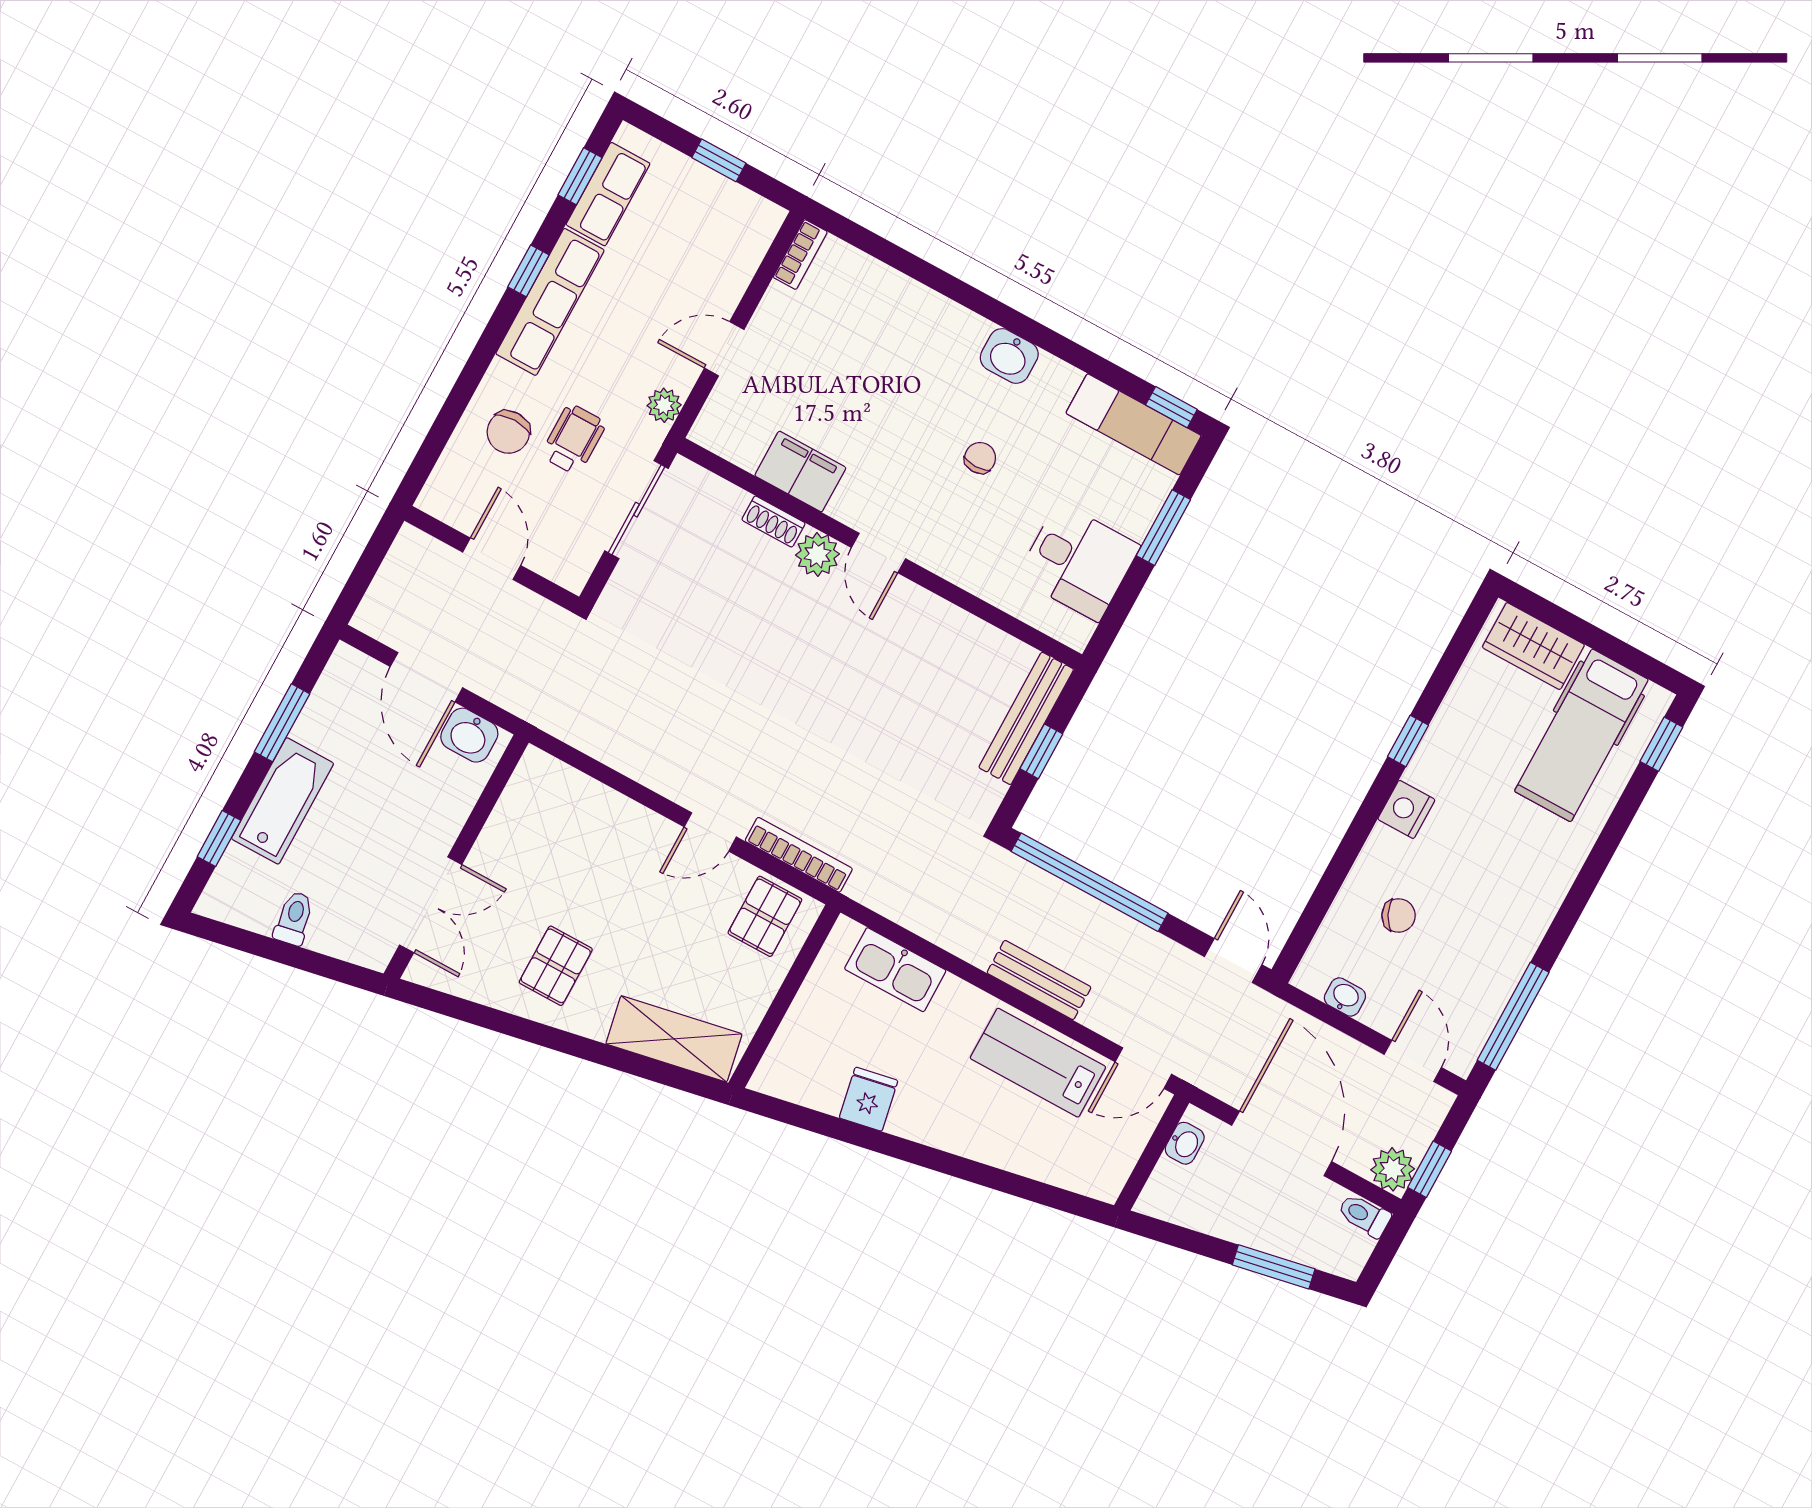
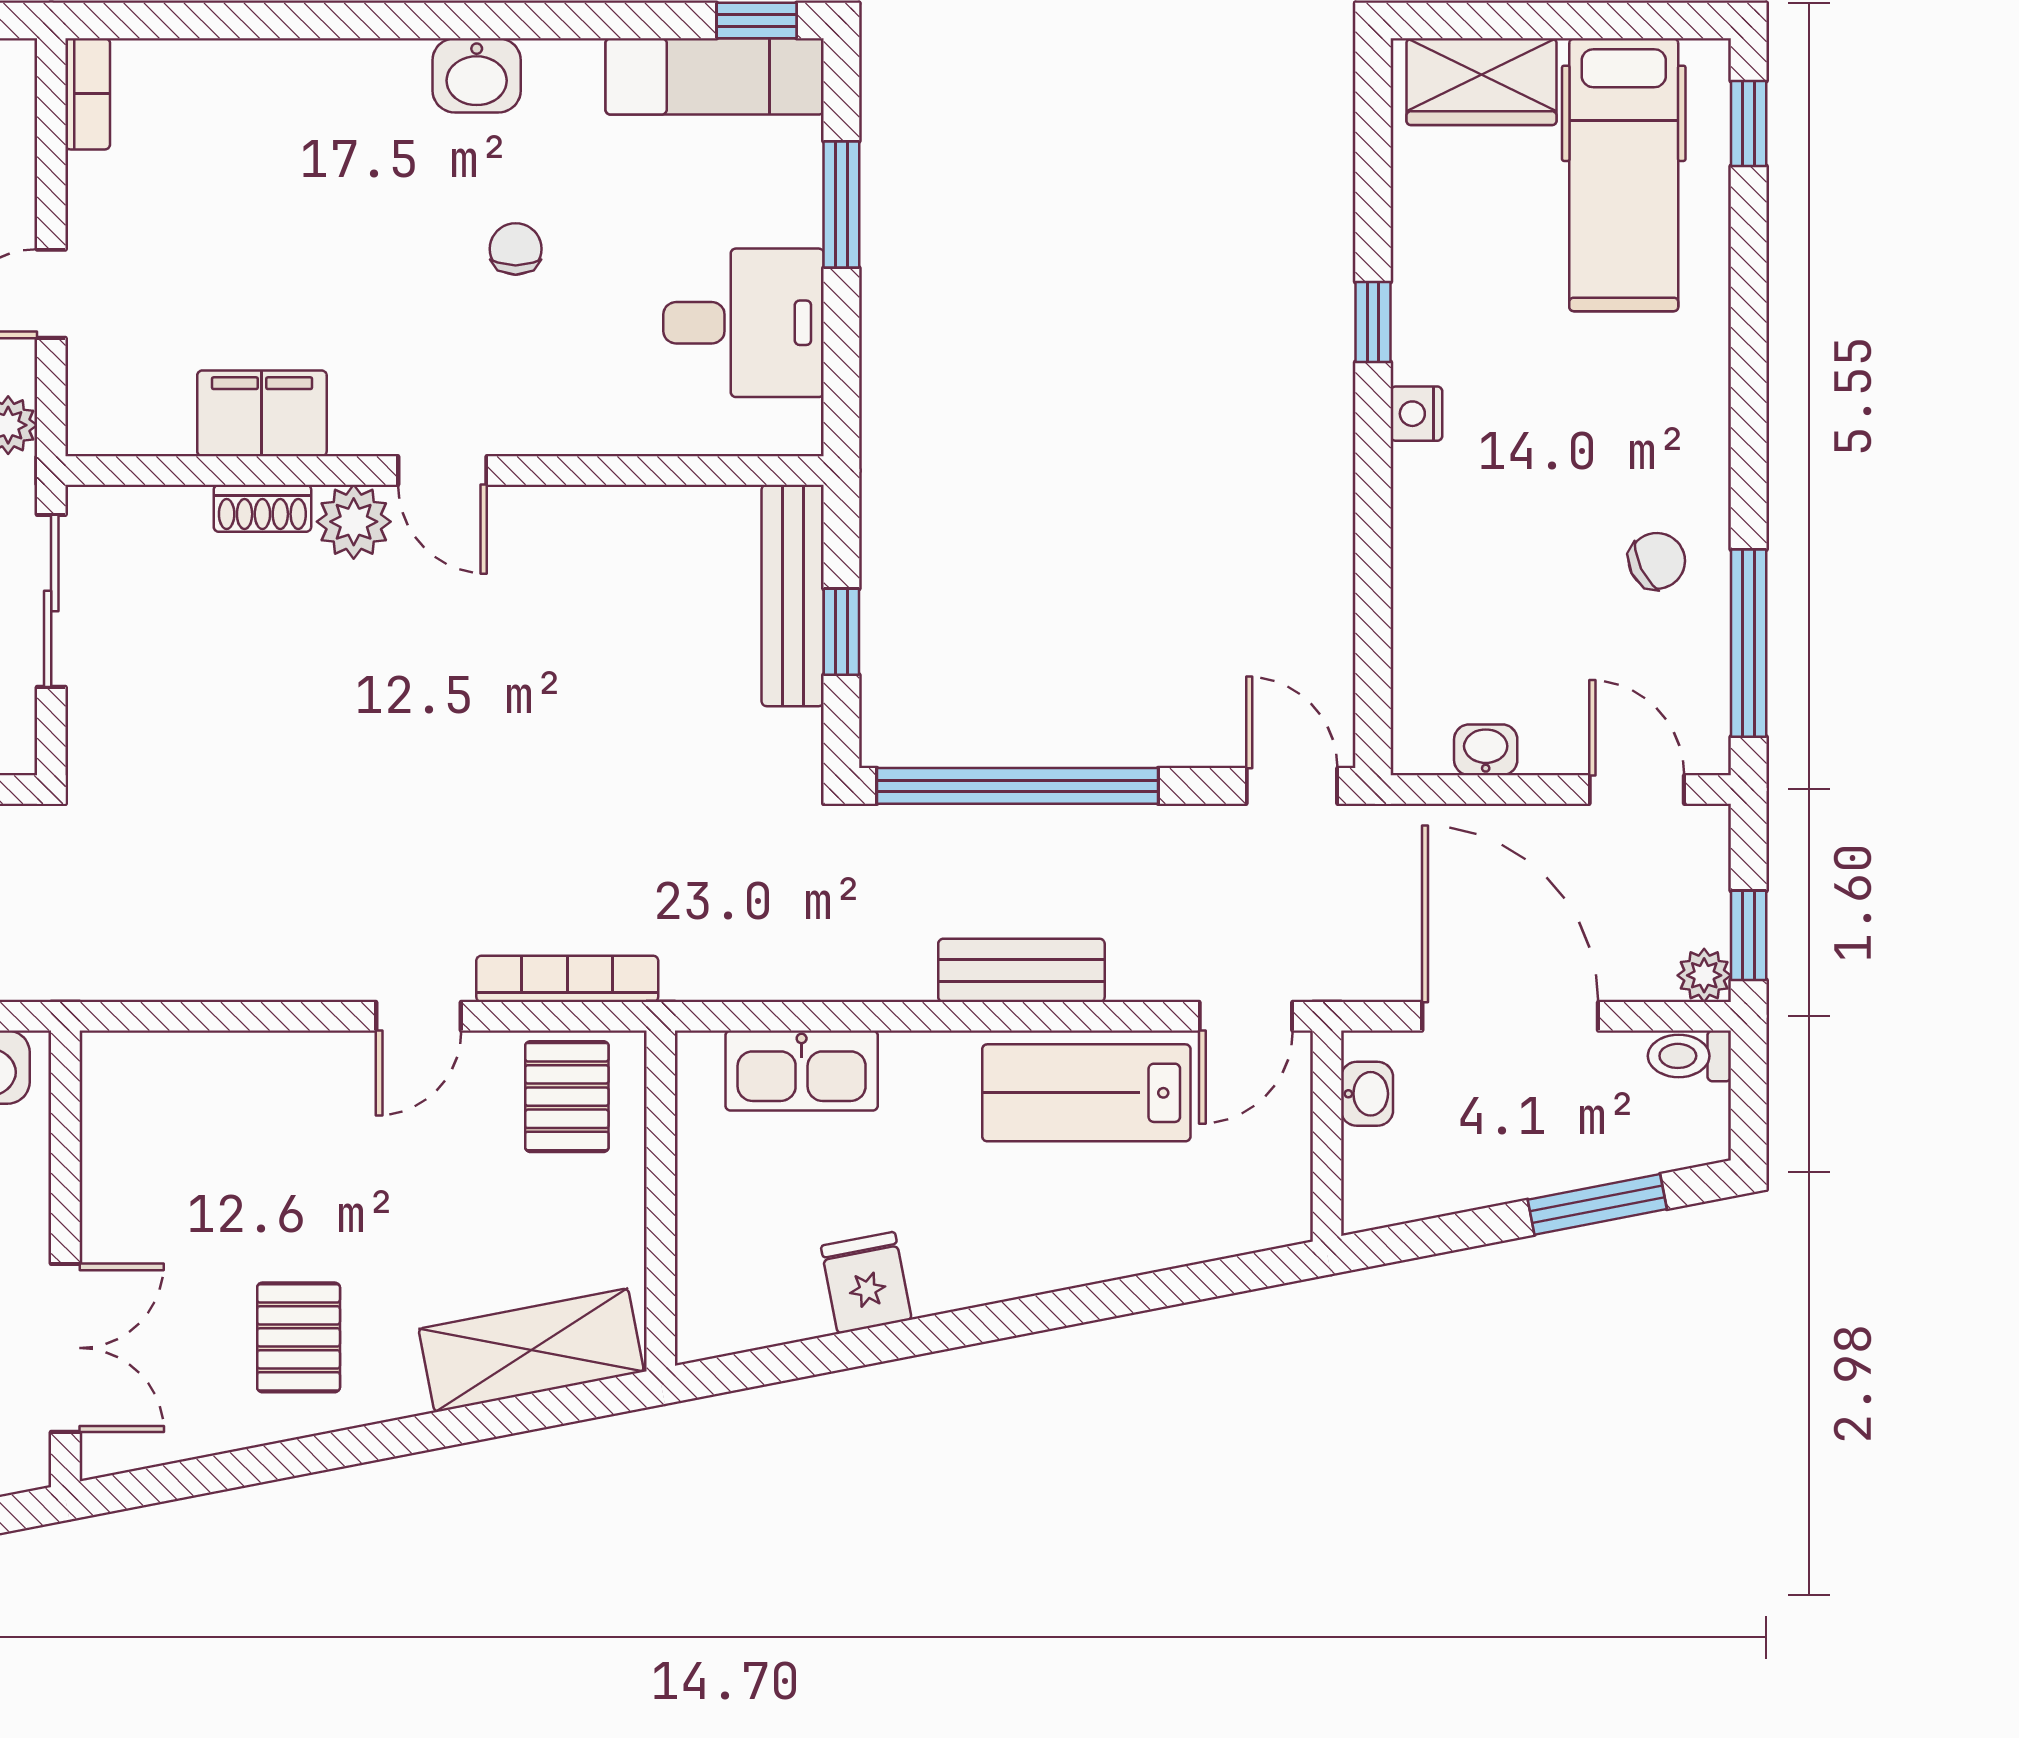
nightstand: (1406, 809) -> (1416, 414), width x0.72, depth x0.74
chair: (1399, 915) -> (1657, 561), moved
plant: (1393, 1169) -> (1704, 975), width x0.73, depth x0.73

